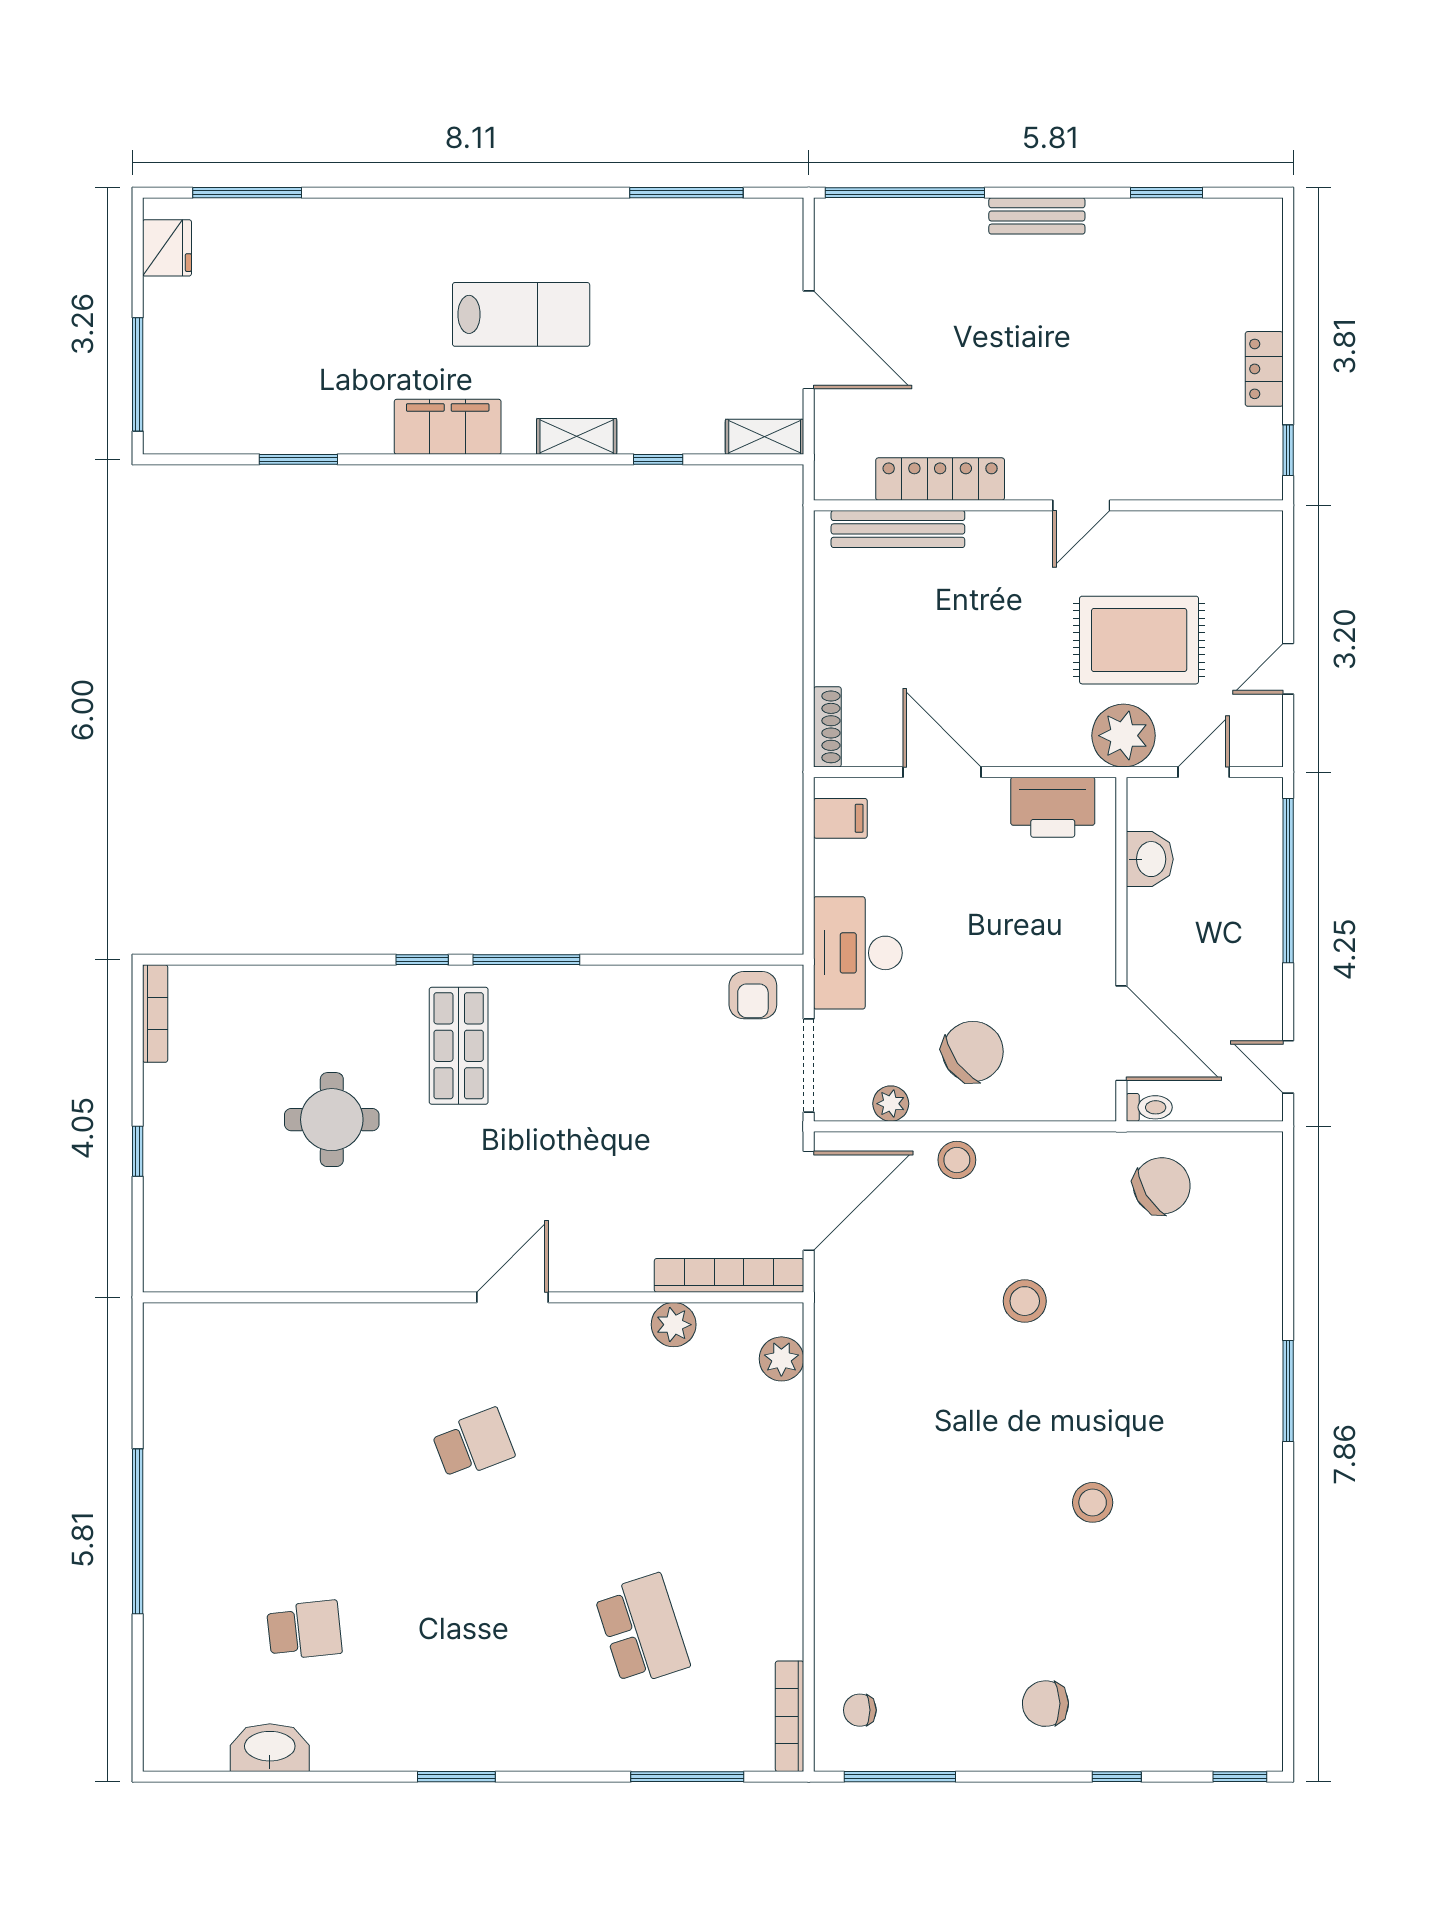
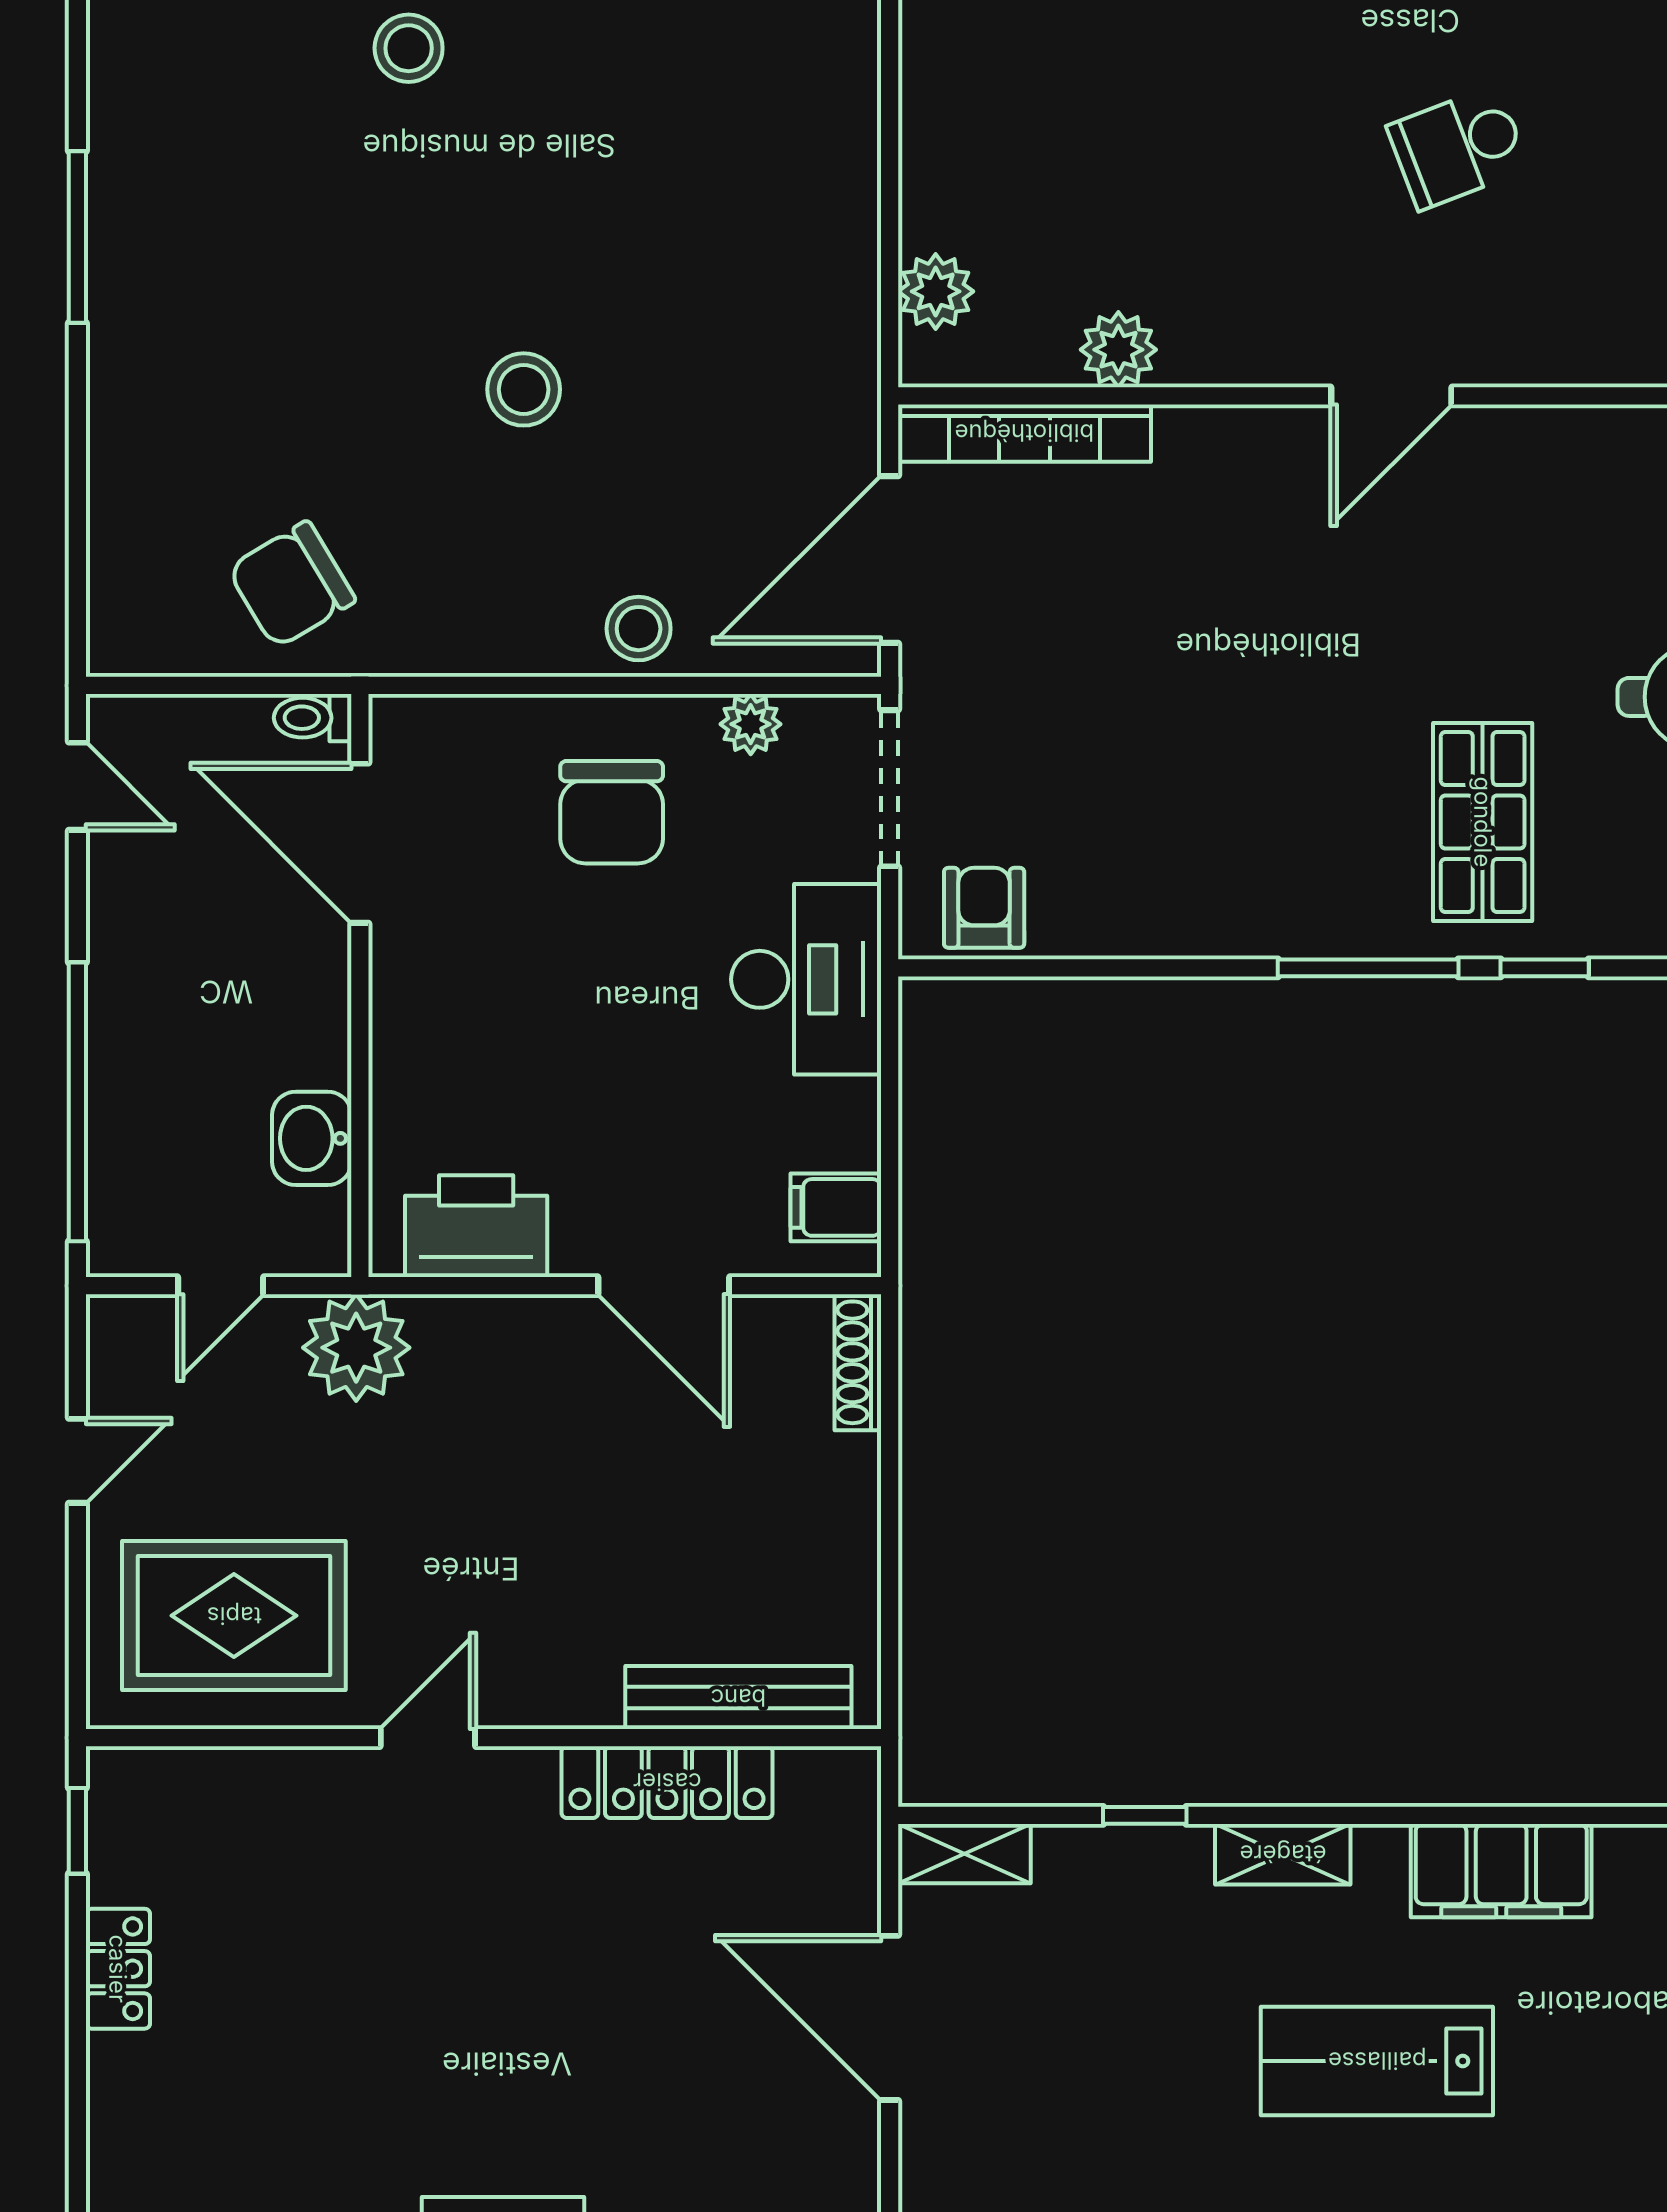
rug: (1139, 640) -> (234, 1616), moved
chair: (973, 1052) -> (612, 812), turned -54

